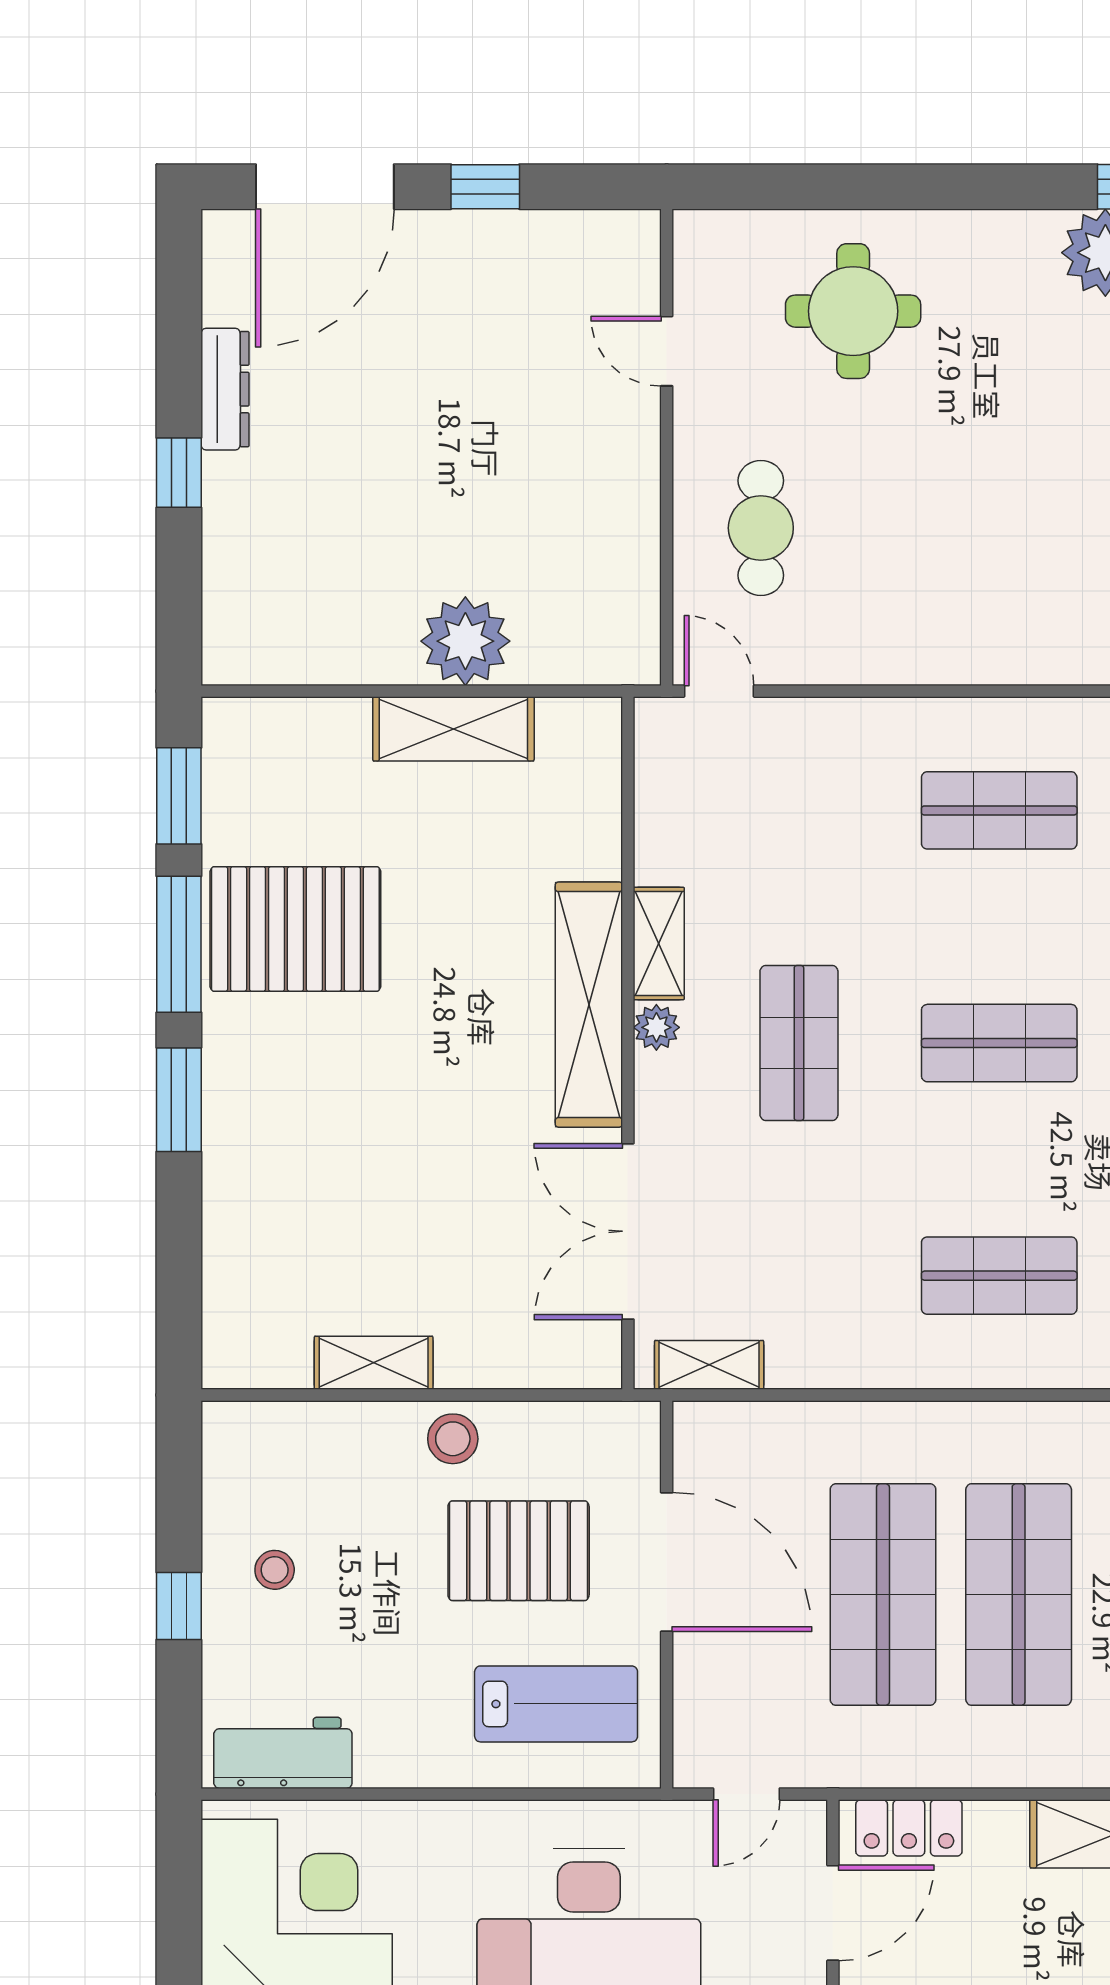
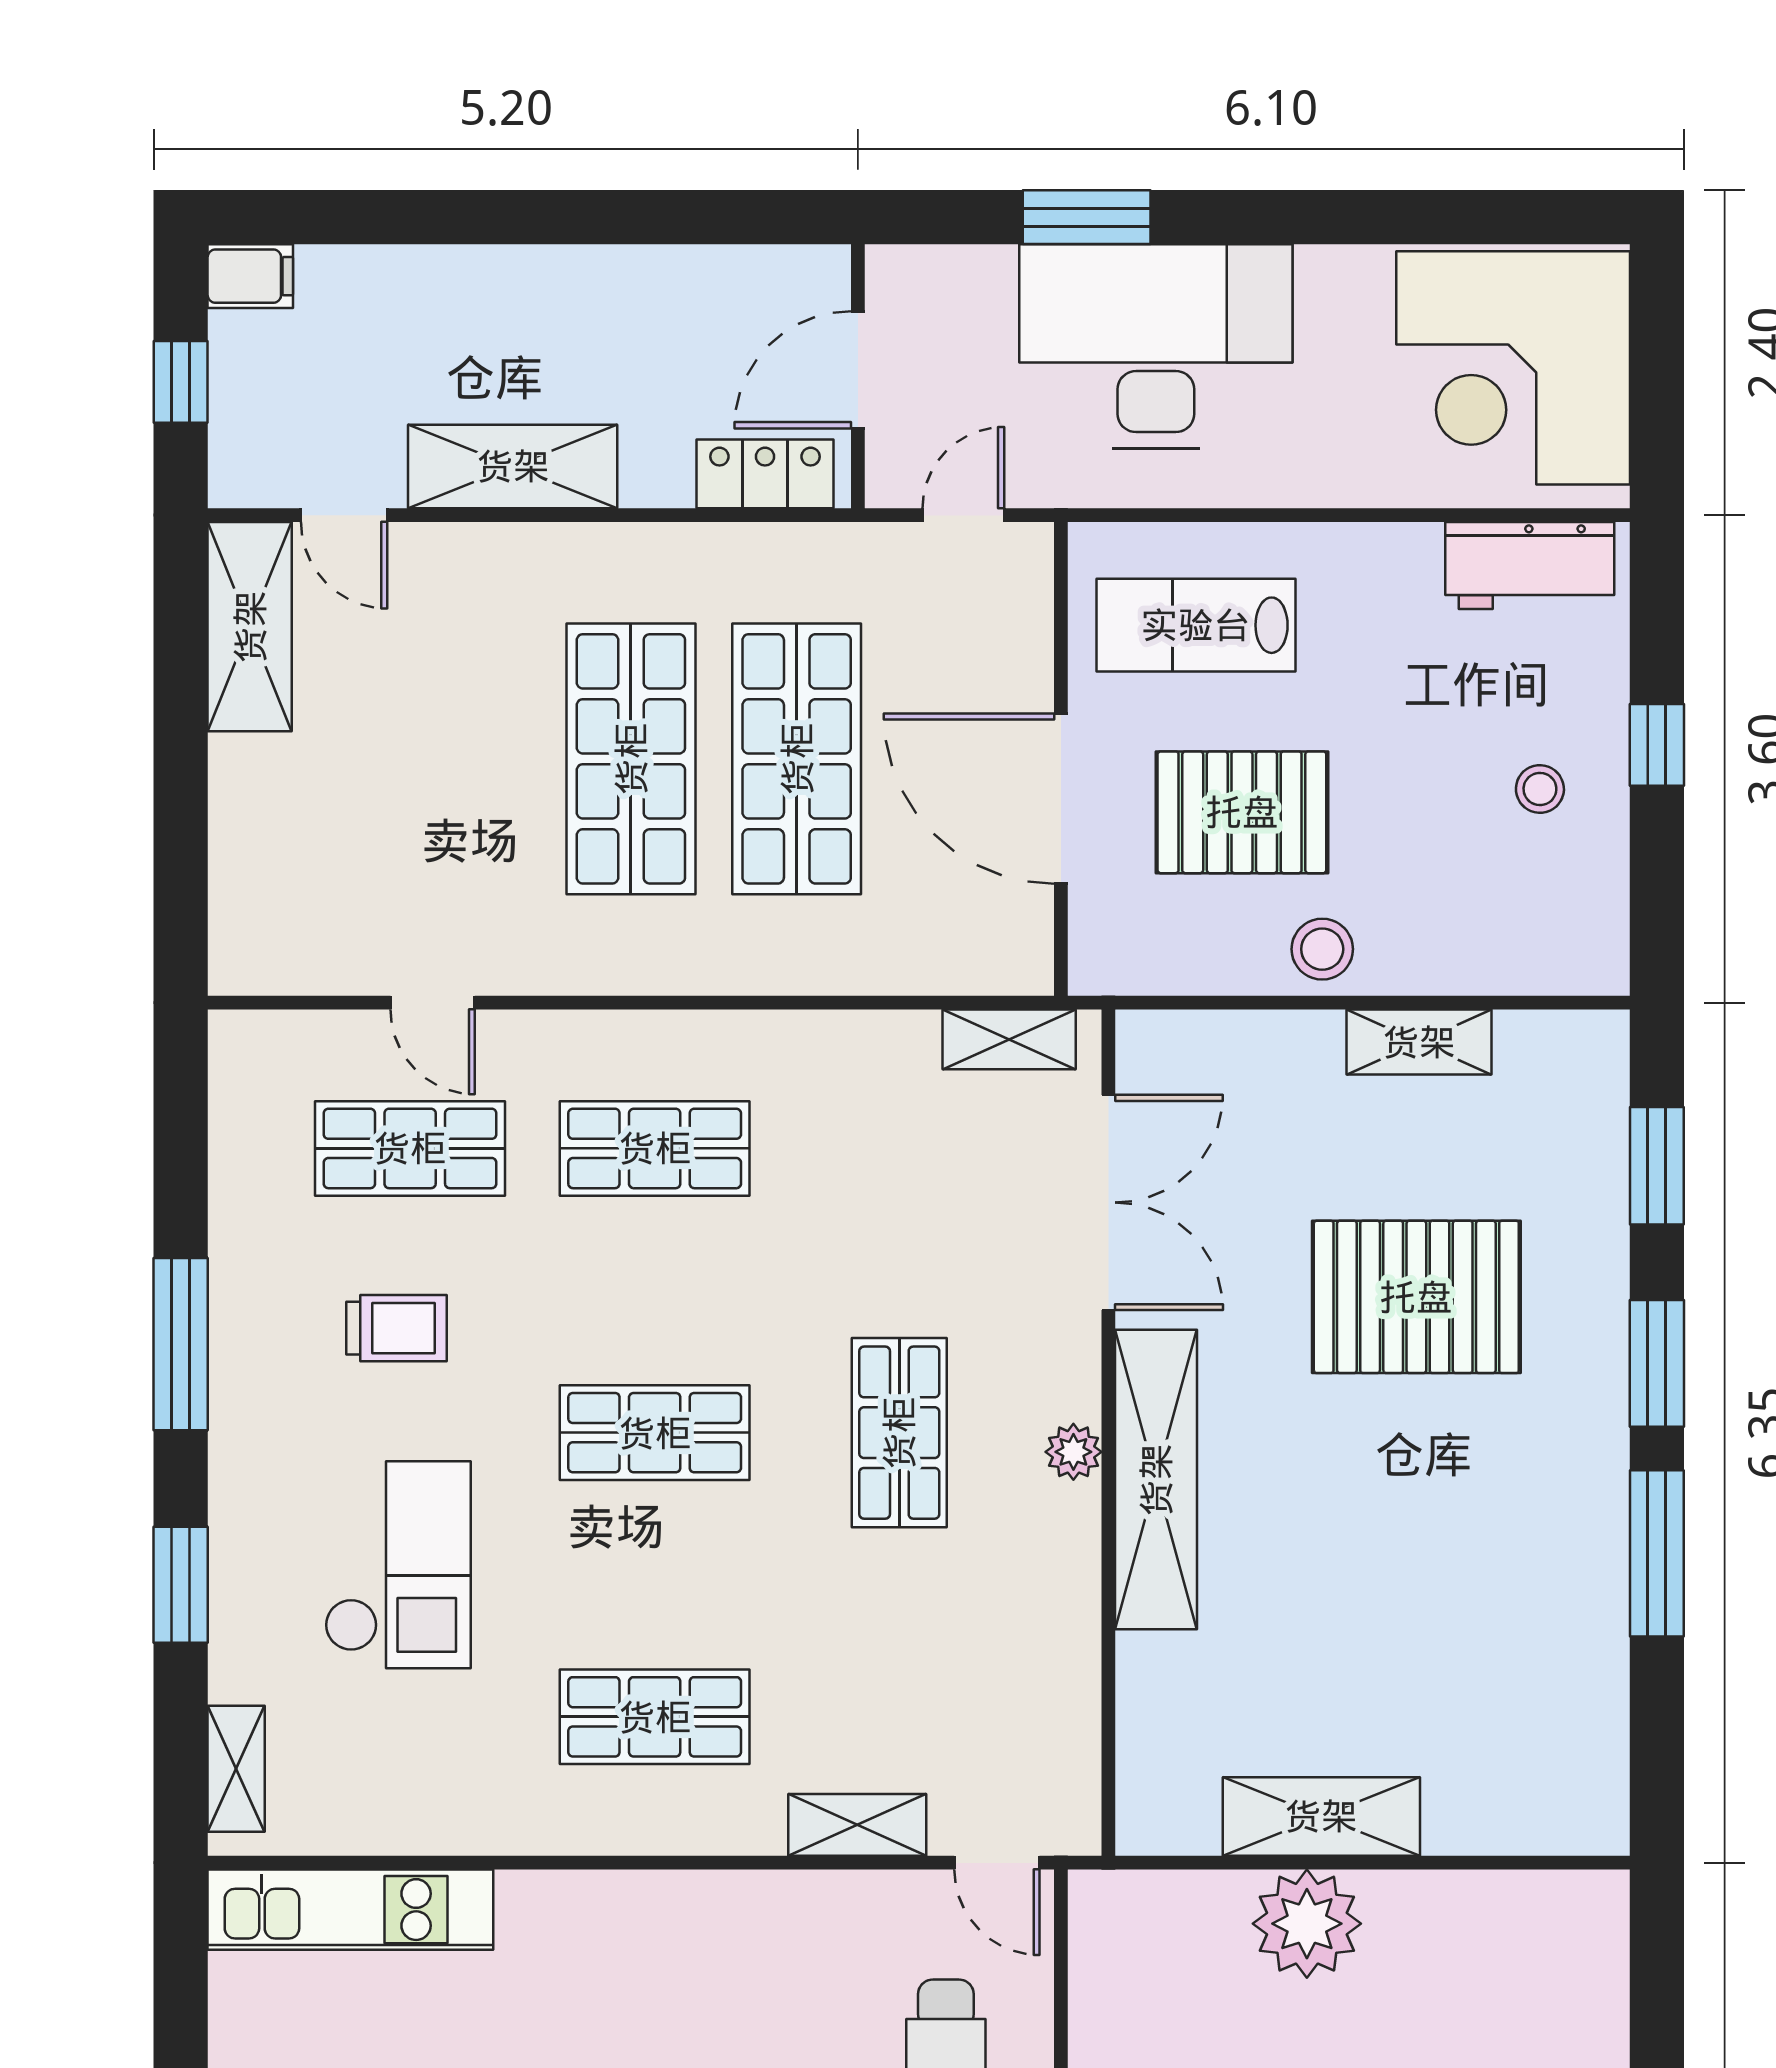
window: (179, 796) -> (1657, 1166), moved
pallet: (295, 929) -> (1416, 1297), moved
shelving: (659, 943) -> (857, 1825), moved, turned 90

